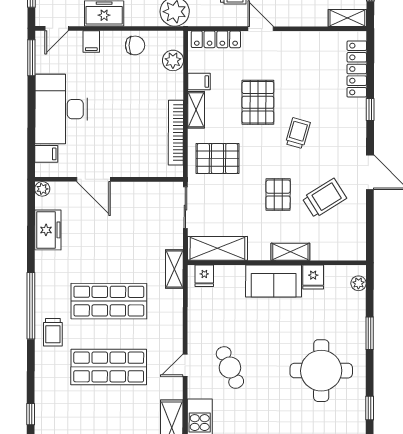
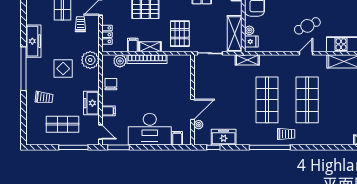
locker: (216, 39) -> (107, 35), width x0.66
bookcase: (176, 133) -> (147, 59), moved
plant: (42, 189) -> (199, 125), moved
plant: (223, 273) -> (249, 30), added
door: (185, 365) -> (306, 53), swing flipped
window: (31, 414) -> (213, 147), moved

